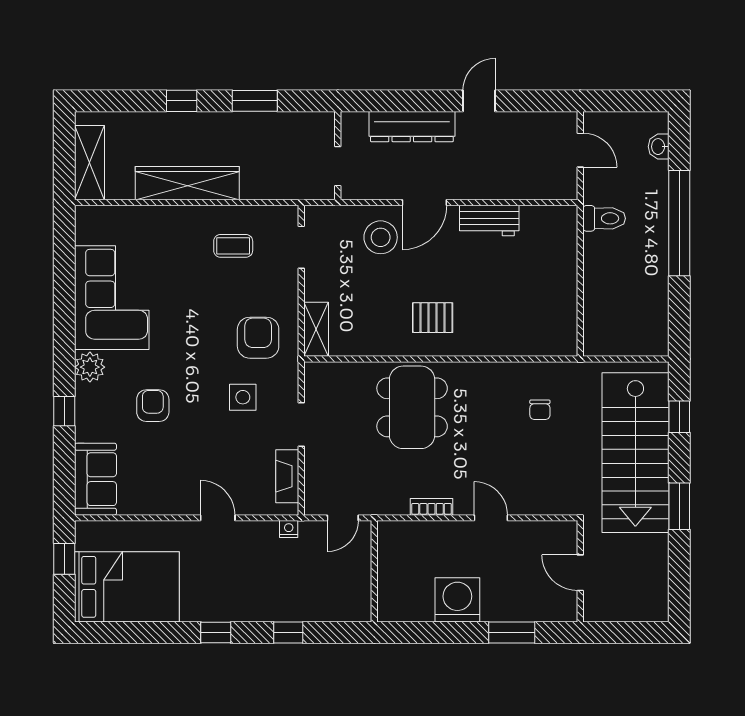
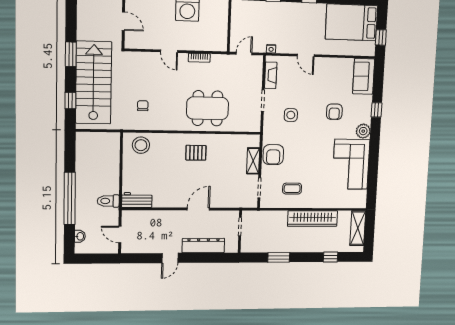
window: (182, 101) -> (331, 257), moved
workbench: (489, 220) -> (137, 200), moved
stool: (381, 237) -> (141, 145), moved
shelving: (316, 329) -> (253, 161), moved
armchair: (258, 338) -> (273, 155), moved
dining table: (412, 407) -> (208, 108), turned 90

